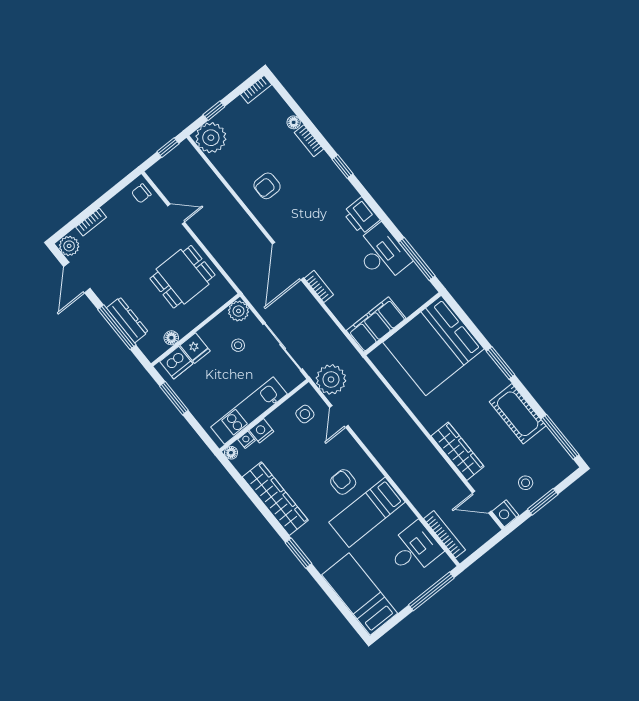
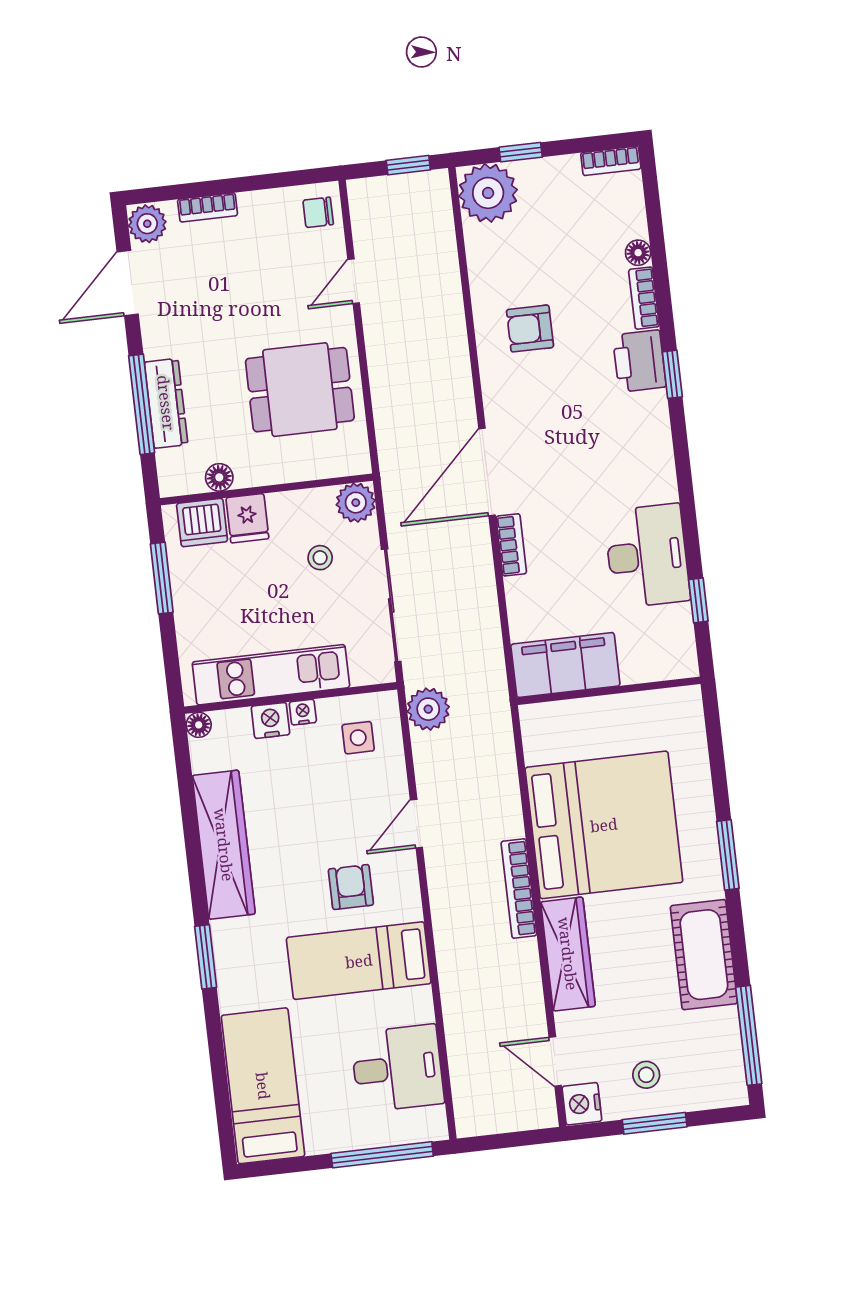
door: (176, 214) -> (354, 281), swing flipped
printer: (361, 216) -> (639, 361), moved
window: (417, 259) -> (698, 600), width x0.46
bed: (433, 346) -> (604, 825), moved, turned 180
plant: (331, 379) -> (428, 709), width x0.73, depth x0.73
door: (339, 416) -> (416, 824), moved
nightstand: (246, 440) -> (303, 712), moved
bookcase: (444, 534) -> (519, 888), moved, turned 180

